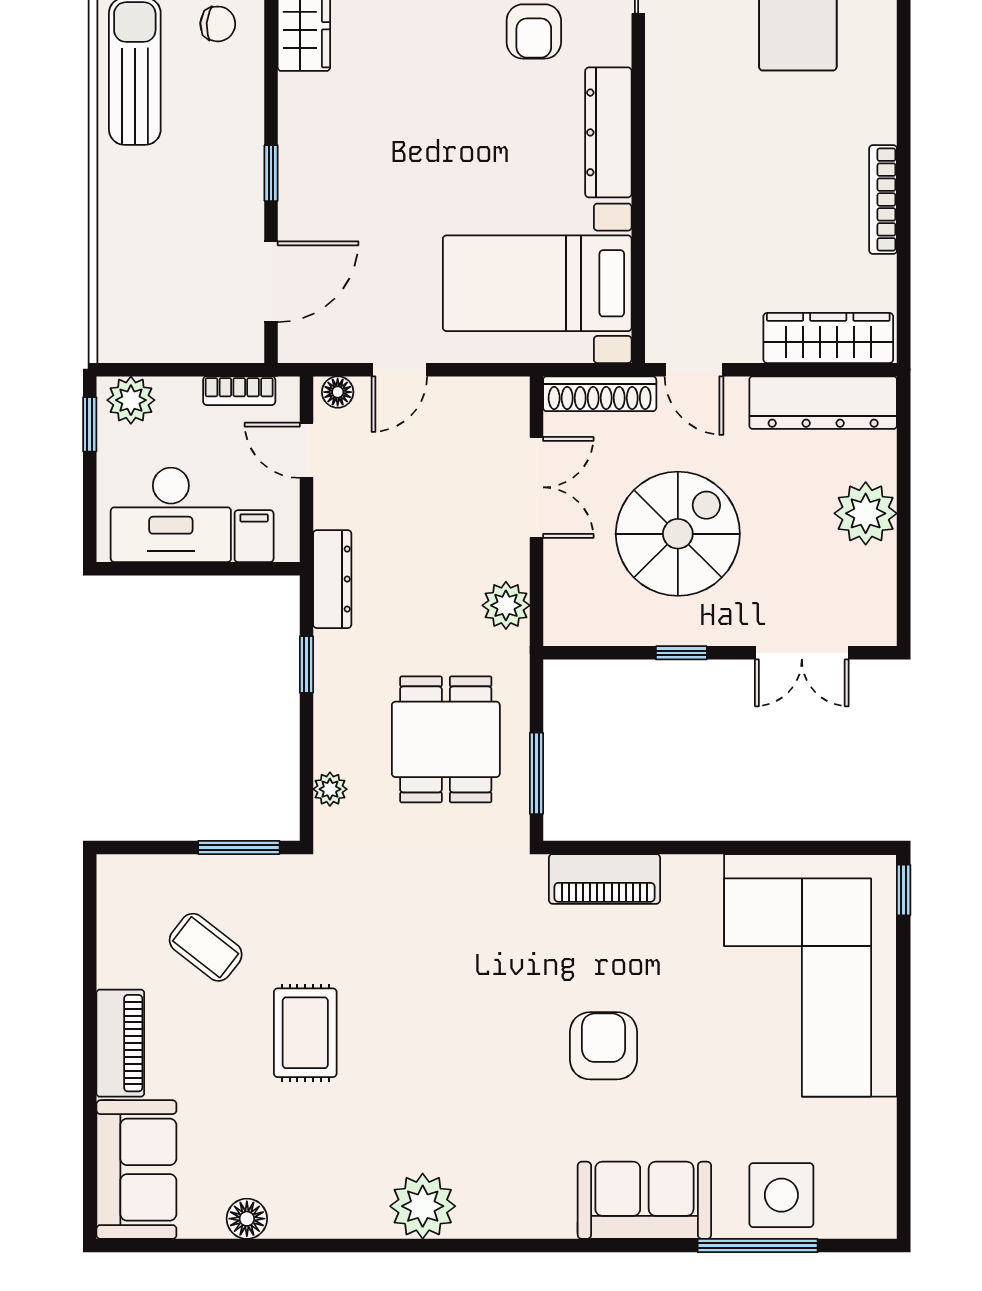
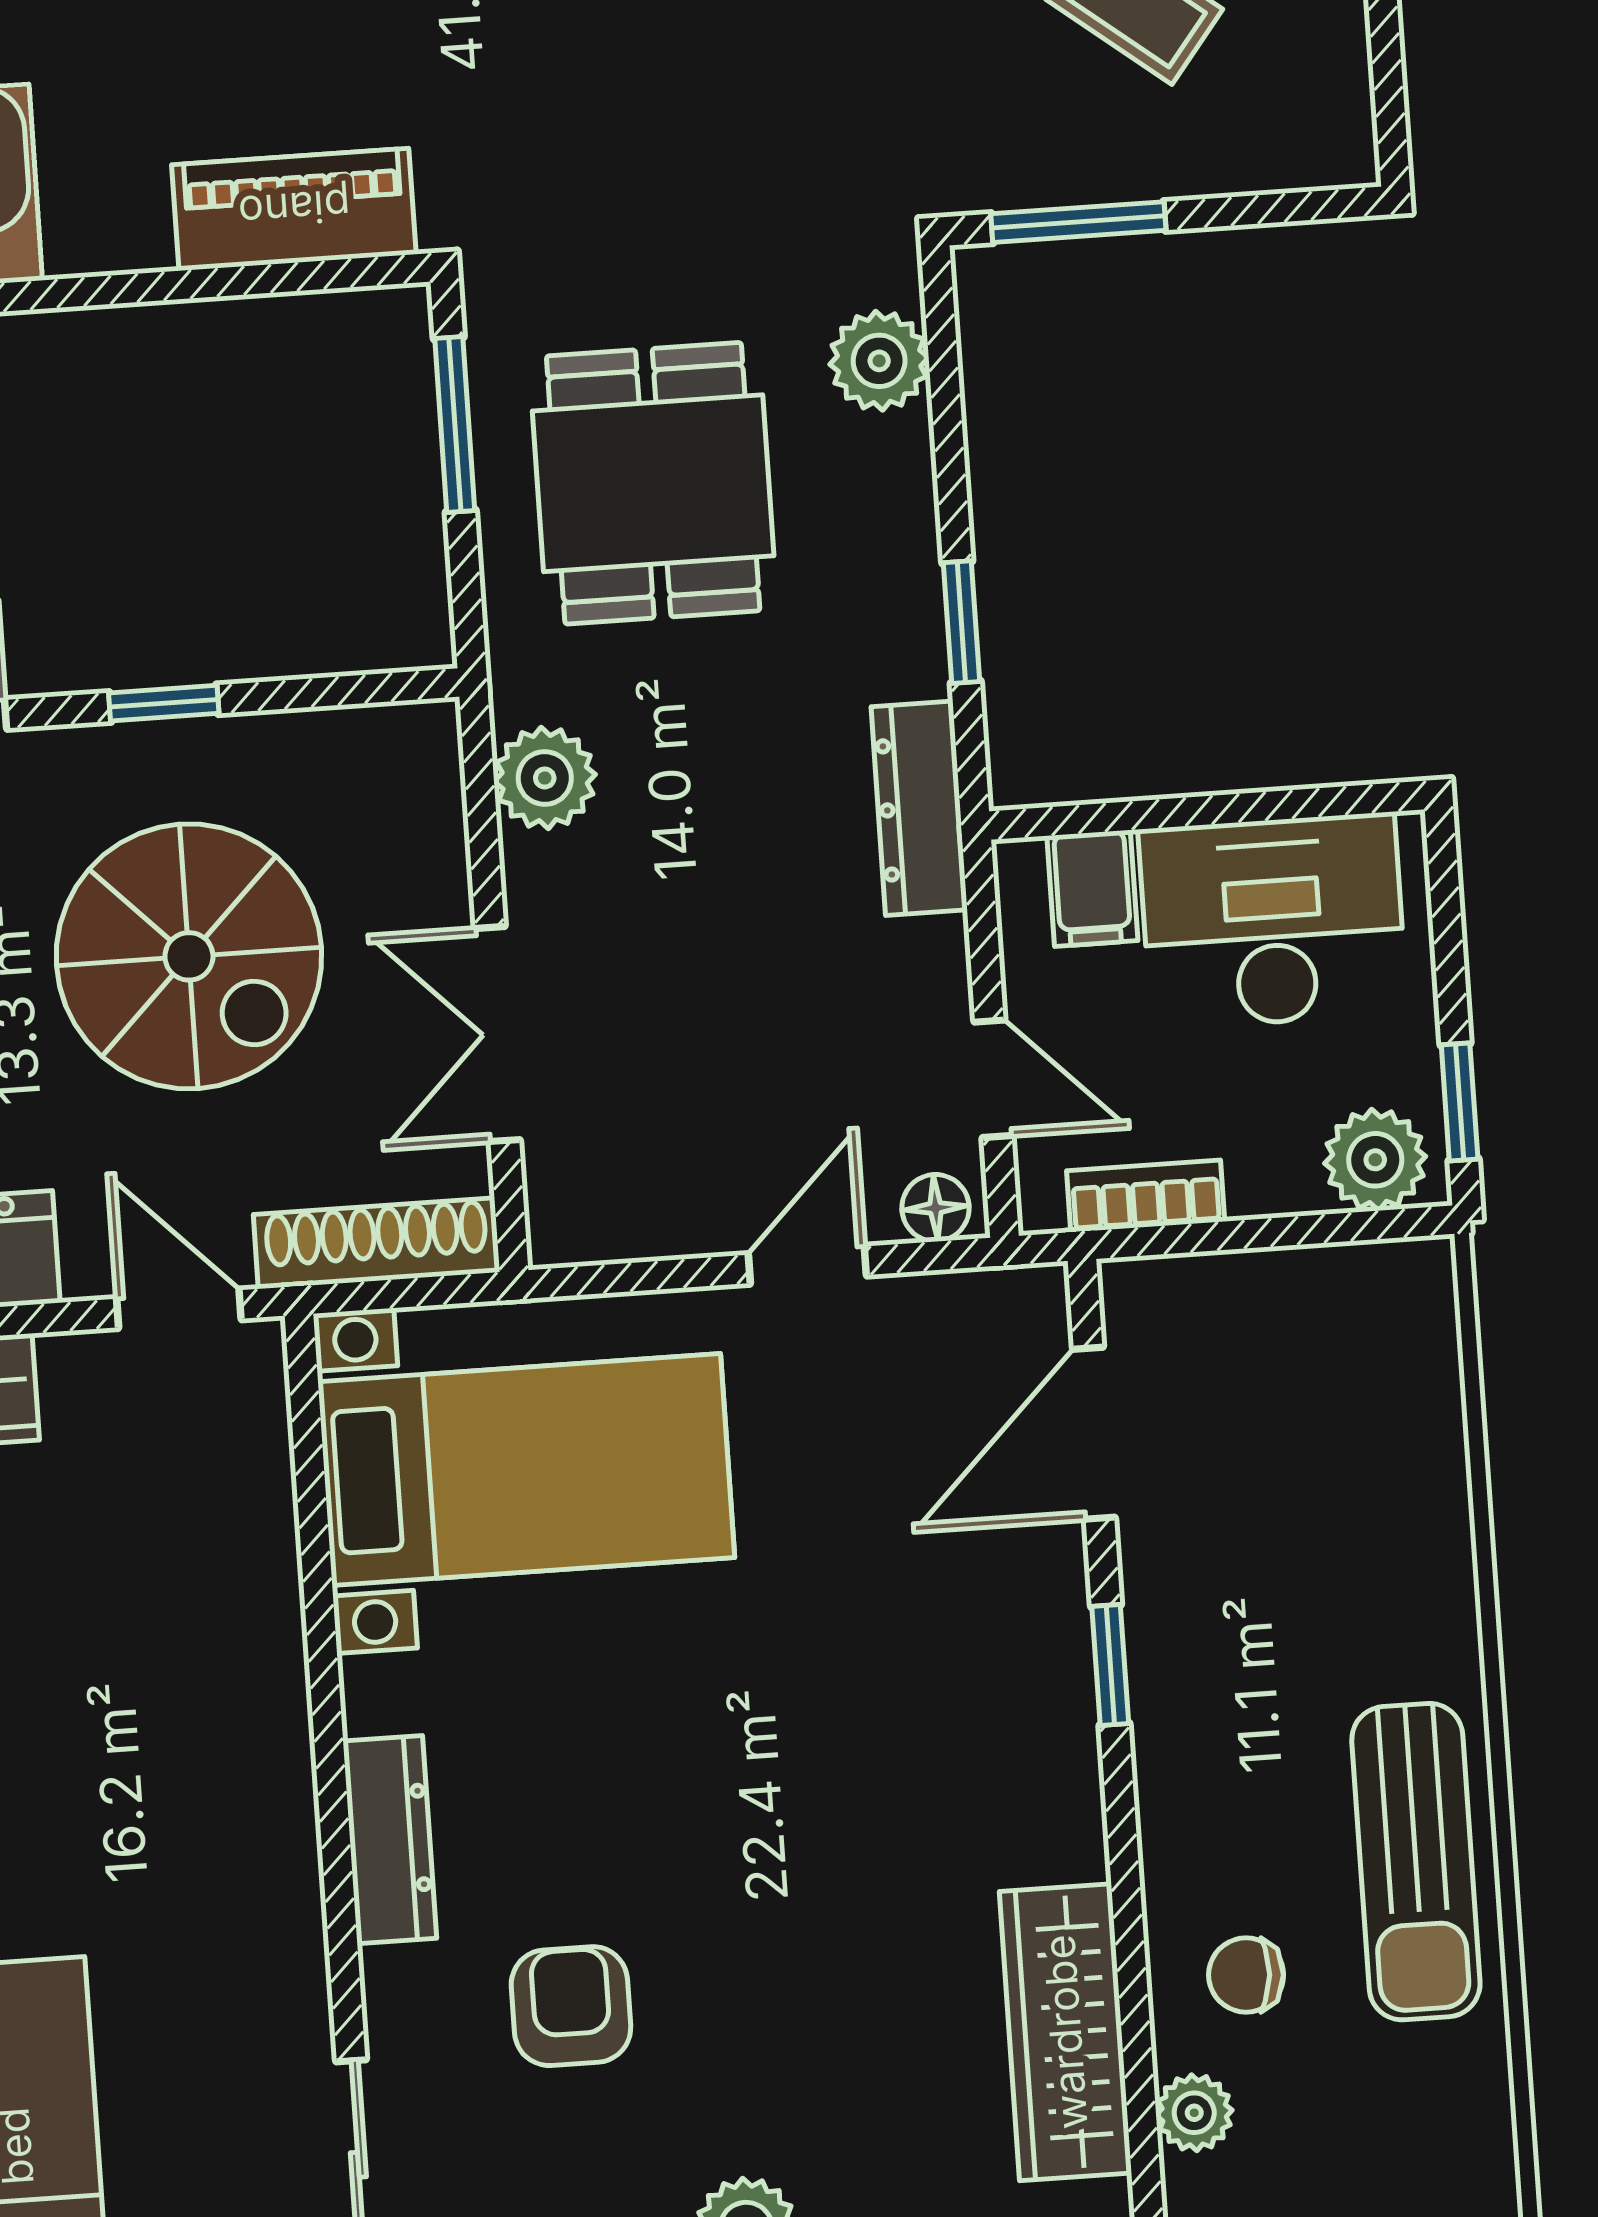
dresser: (608, 132) -> (390, 1840), width x0.73, depth x0.80
spiral stairs: (678, 534) -> (189, 956), turned -90
plant: (330, 789) -> (879, 361), width x1.38, depth x1.38

